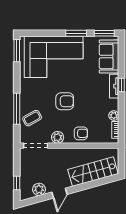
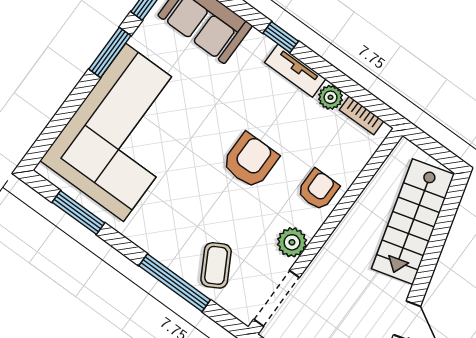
window: (17, 51) -> (78, 213), moved
tv unit: (114, 86) -> (295, 71), moved
armchair: (65, 101) -> (250, 161), moved

